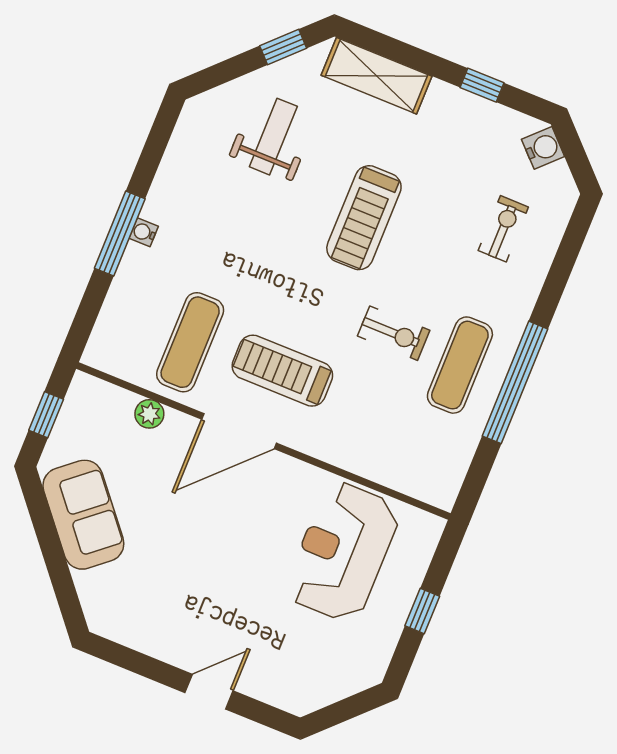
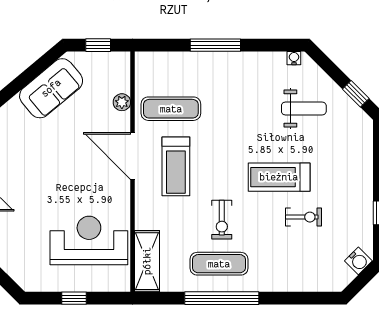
shelving: (376, 76) -> (147, 261), moved
exercise bike: (503, 229) -> (303, 217), moved
water cooler: (144, 232) -> (294, 58), moved
treadmill: (282, 371) -> (176, 166), turned 180

